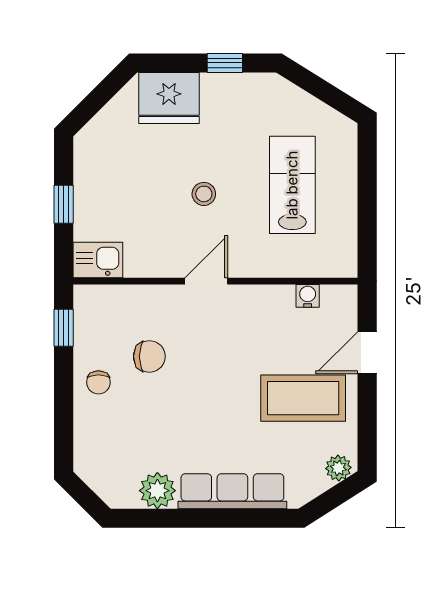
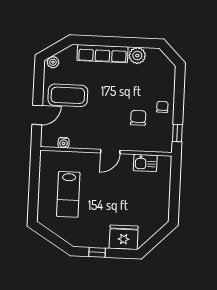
stool: (204, 194) -> (110, 192), removed
window: (64, 204) -> (175, 190), removed
kitchen sink: (98, 260) -> (145, 163), moved
chair: (149, 356) -> (138, 118), turned 90

